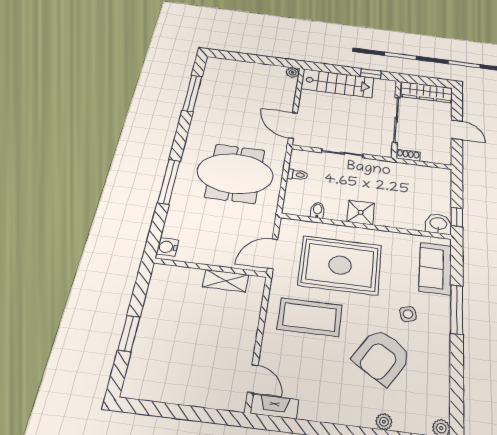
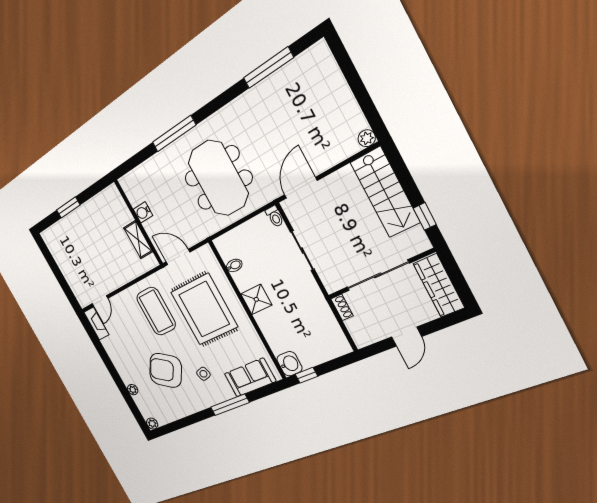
toilet: (297, 175) -> (275, 217), moved
water cooler: (167, 247) -> (143, 212), moved, turned -90

